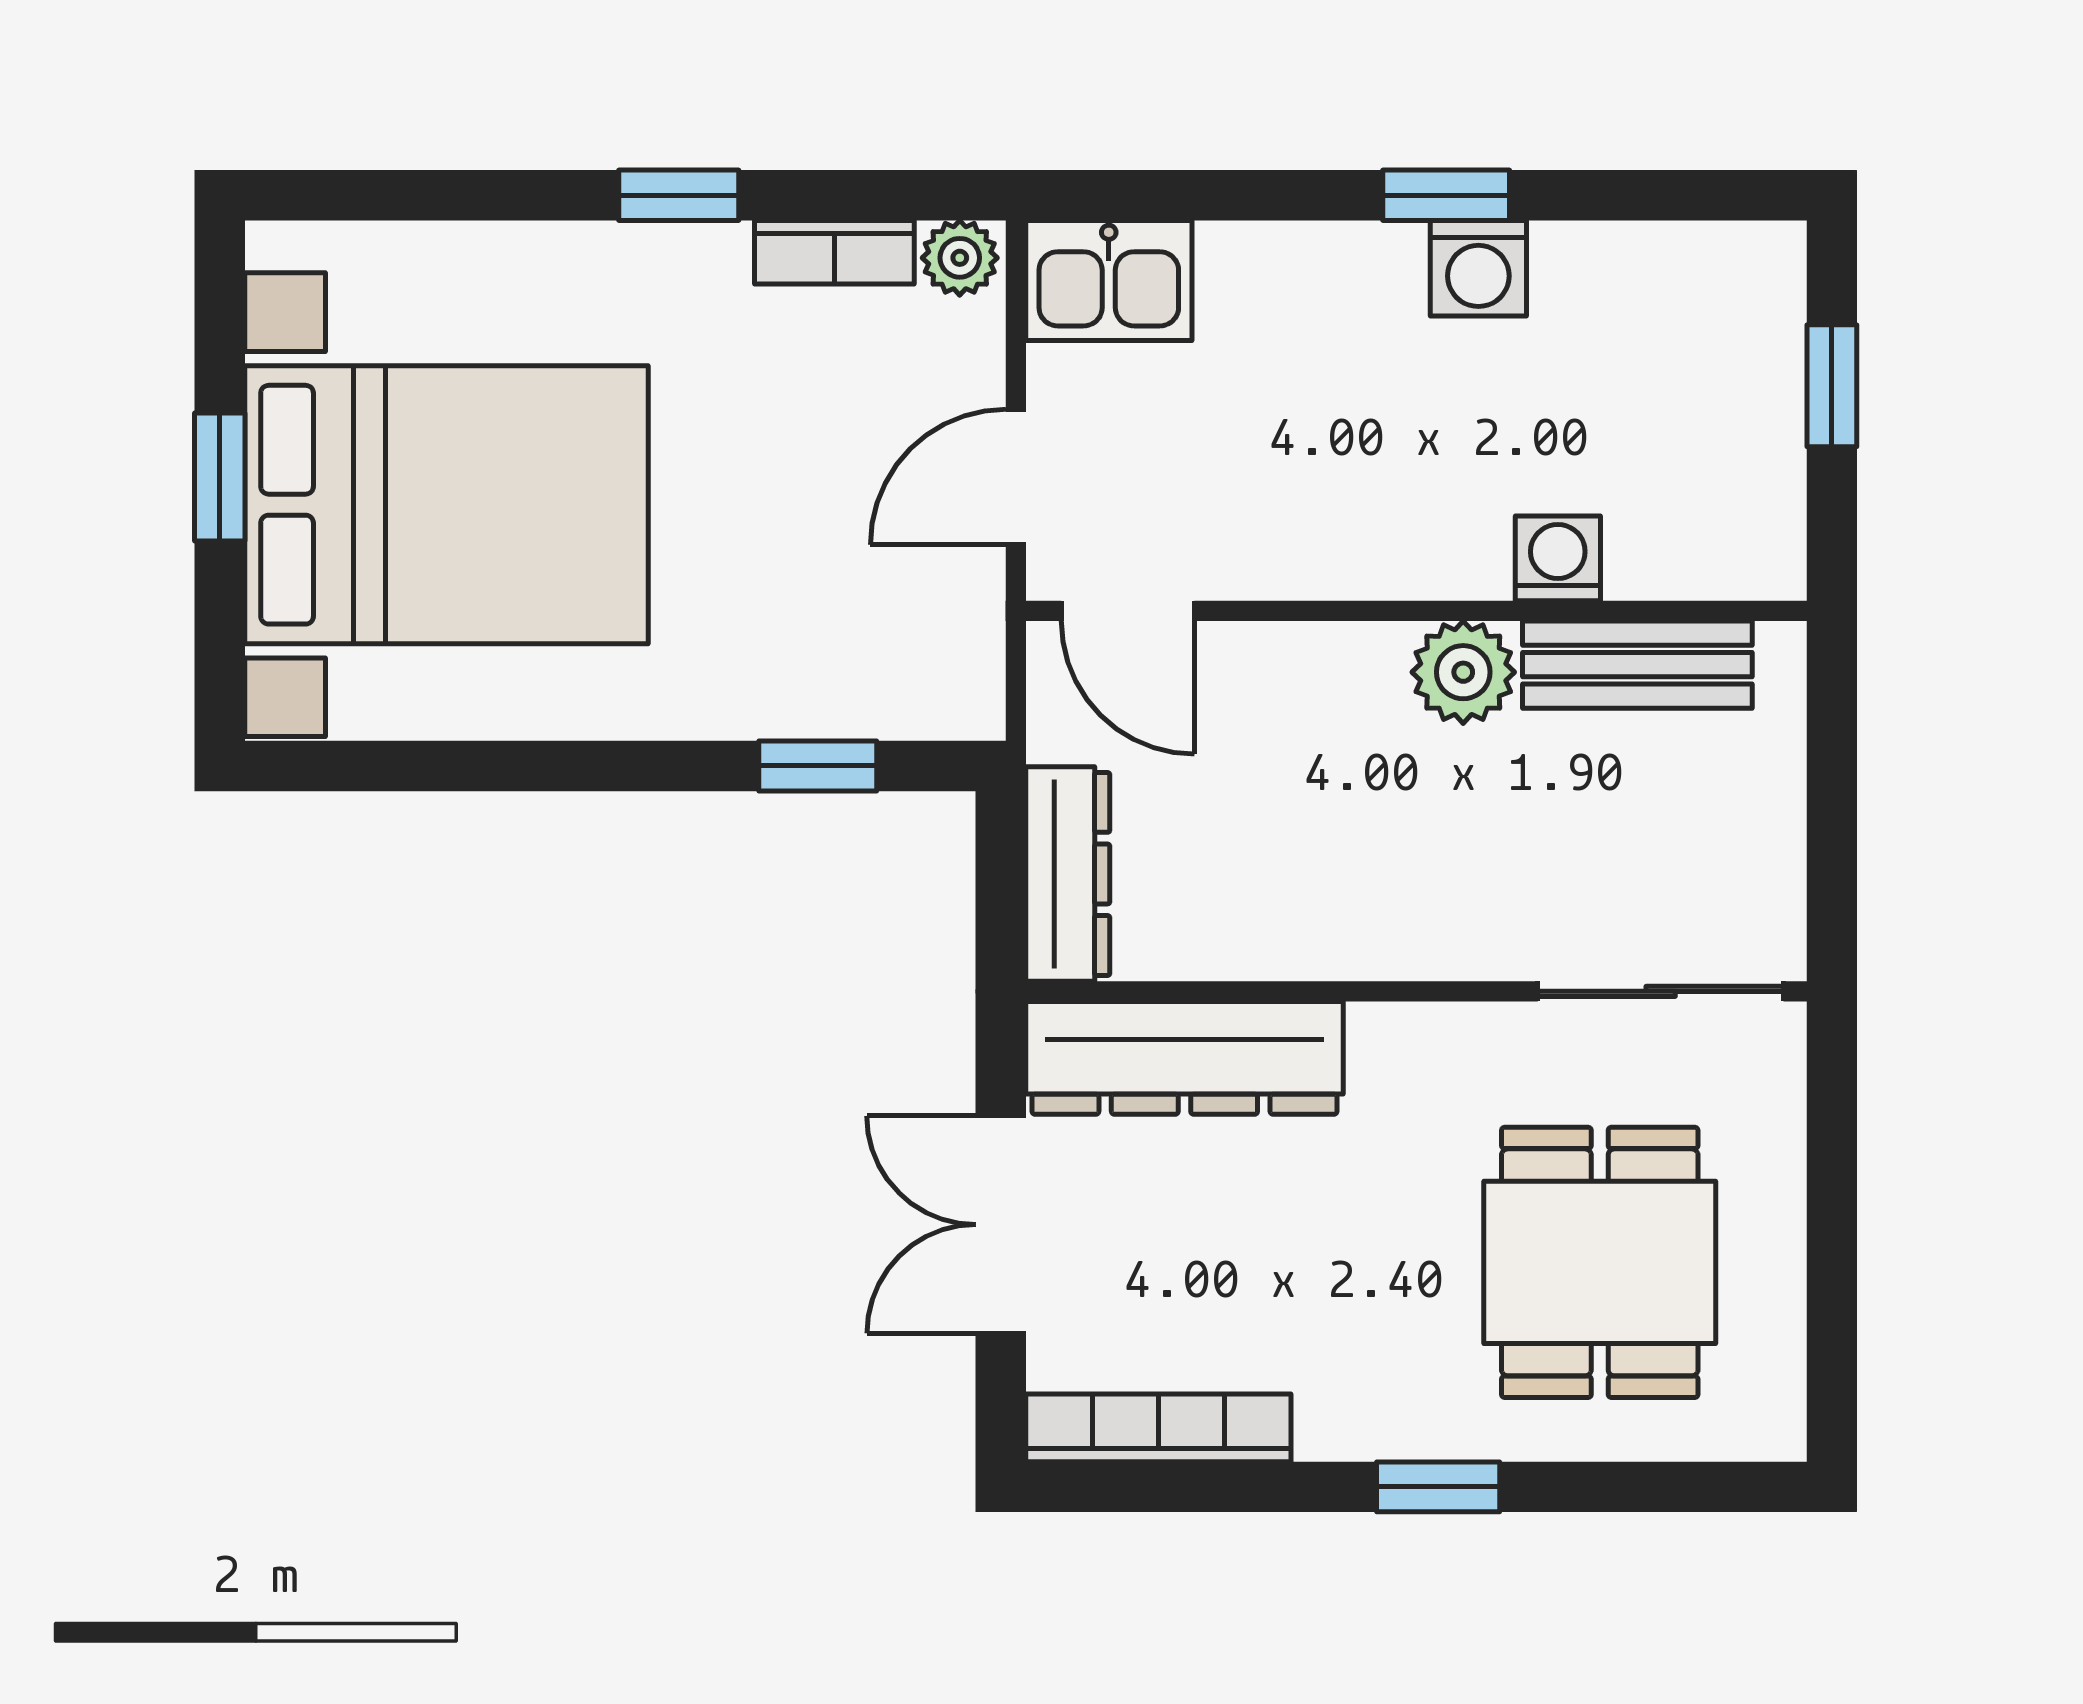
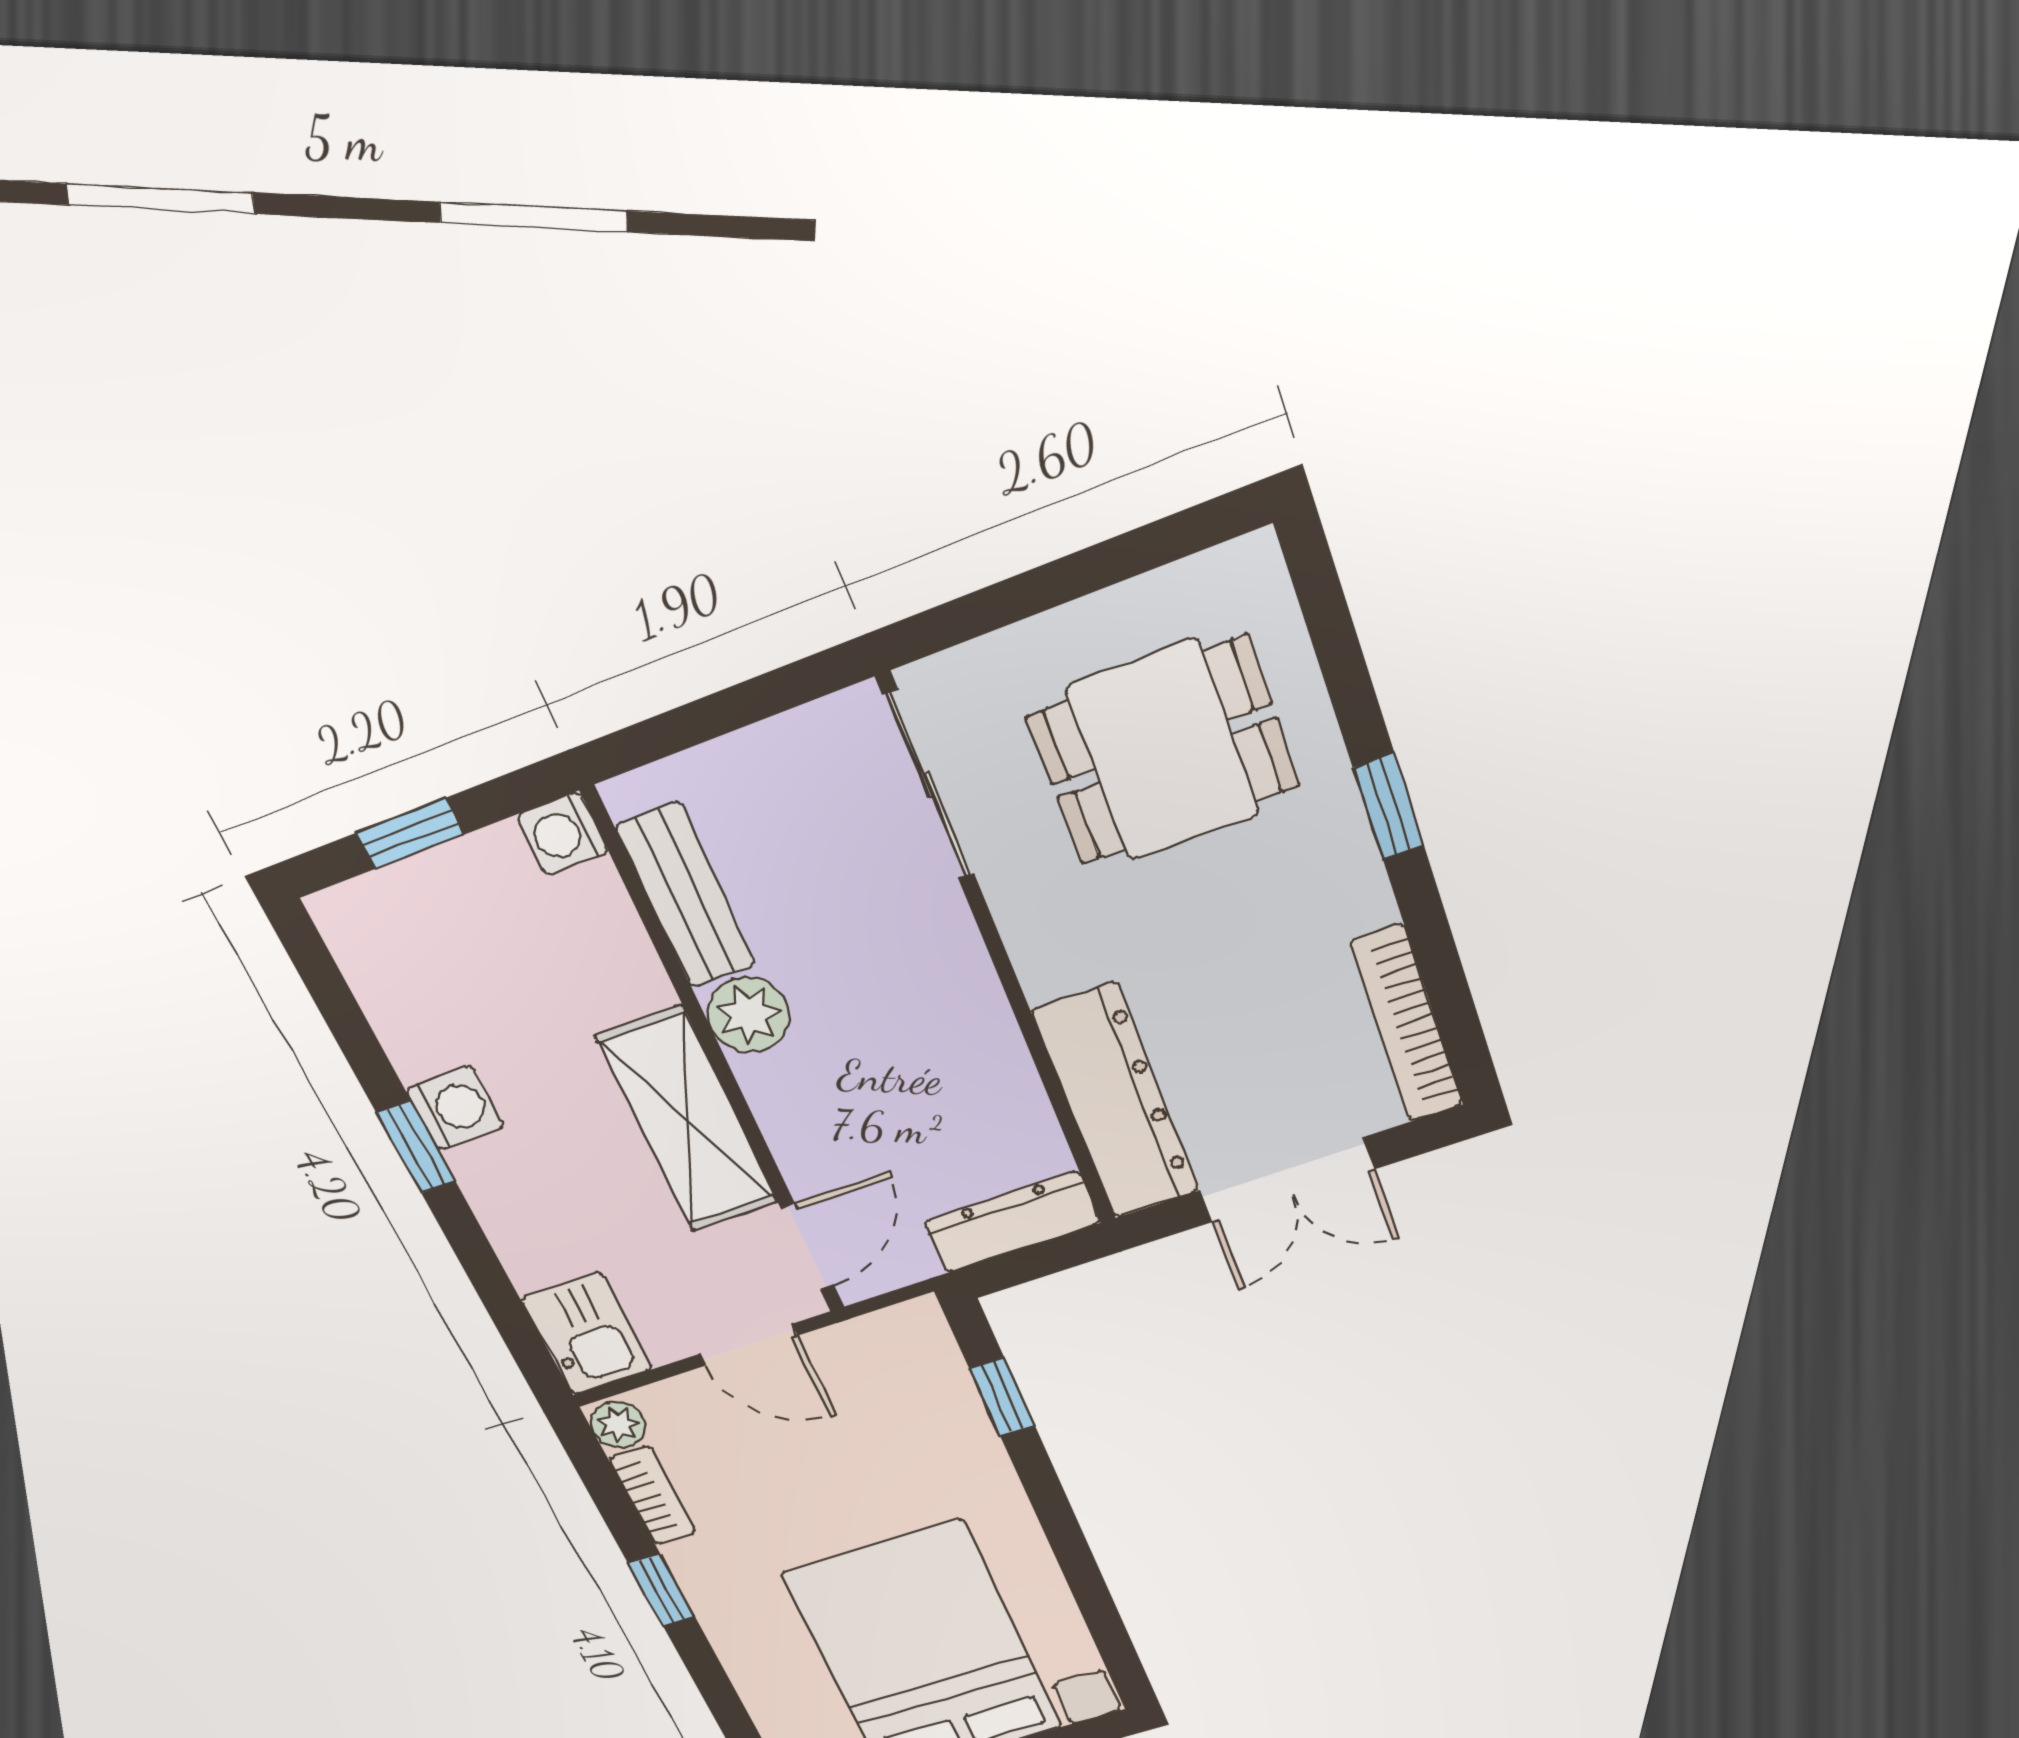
shelving: (1356, 540) -> (688, 1120), added
washing machine: (1558, 558) -> (562, 834), moved

